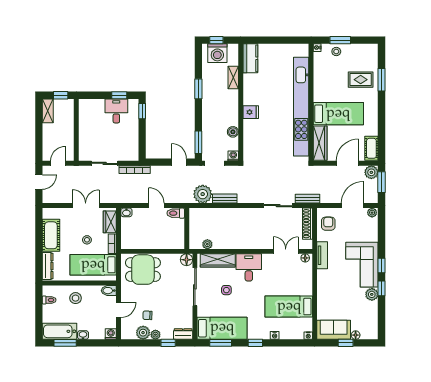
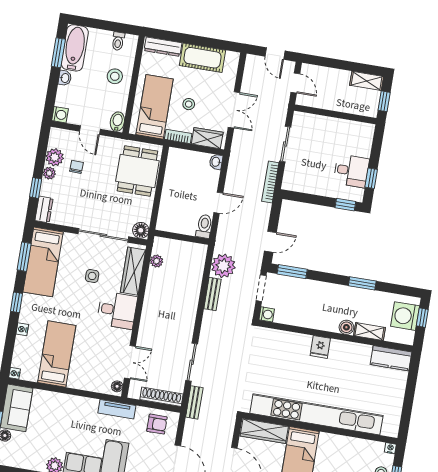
boiler: (233, 132) -> (346, 327), moved

